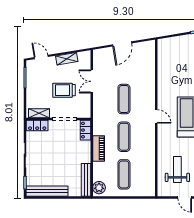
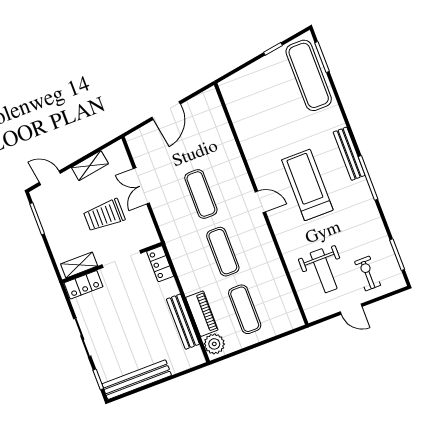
piano: (99, 148) -> (202, 314), moved
weight bench: (177, 170) -> (324, 271), turned 180
bench: (86, 180) -> (183, 322), moved

